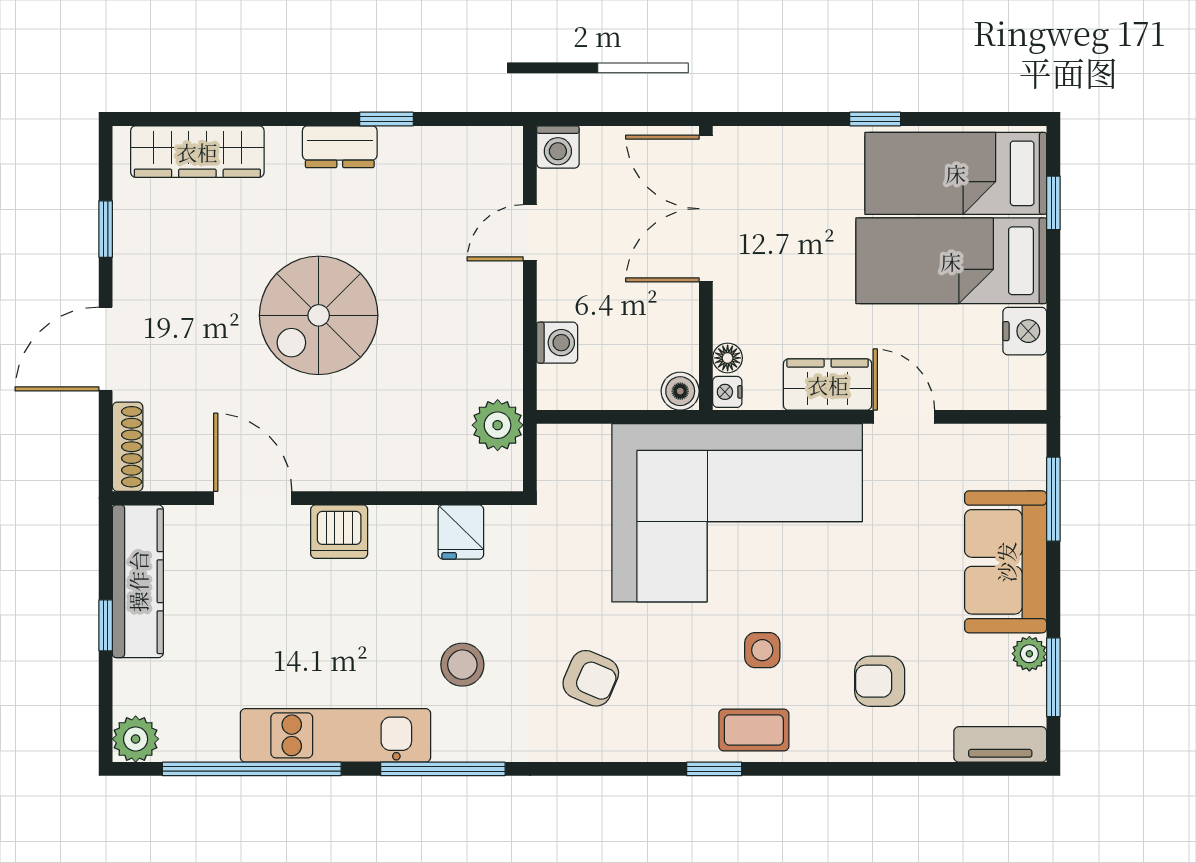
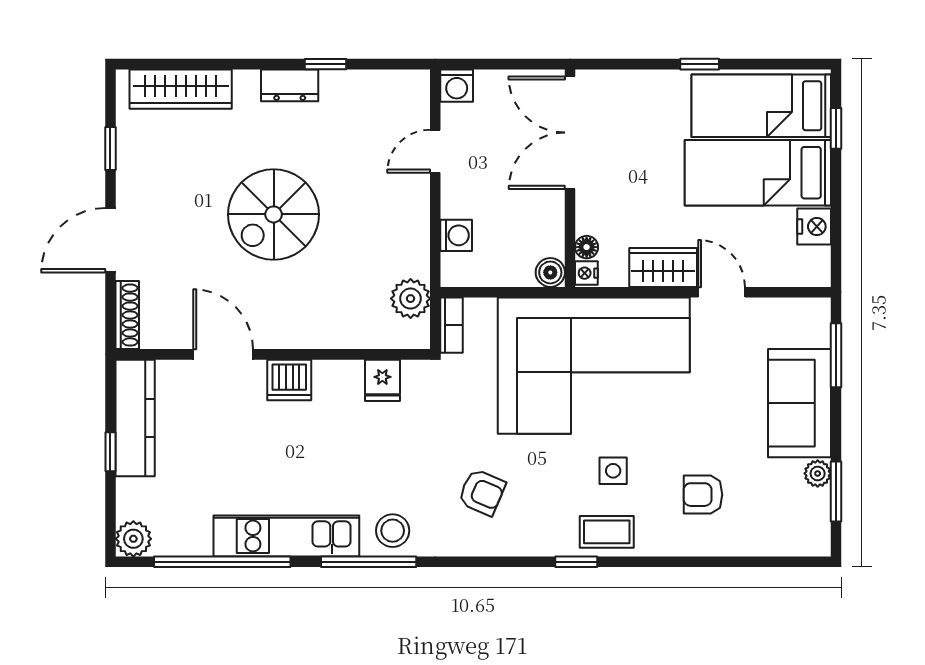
bookcase: (551, 460) -> (452, 325), added
stool: (462, 665) -> (393, 531), moved
tv unit: (1000, 744) -> (795, 543), removed

